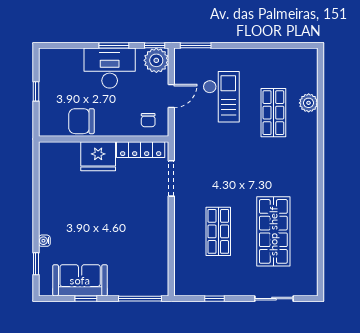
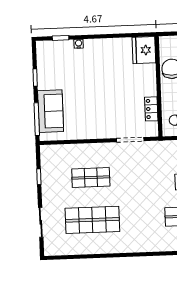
locker: (141, 150) -> (151, 109), width x0.66
fridge: (98, 156) -> (144, 50), moved
sofa: (80, 280) -> (51, 111), moved

